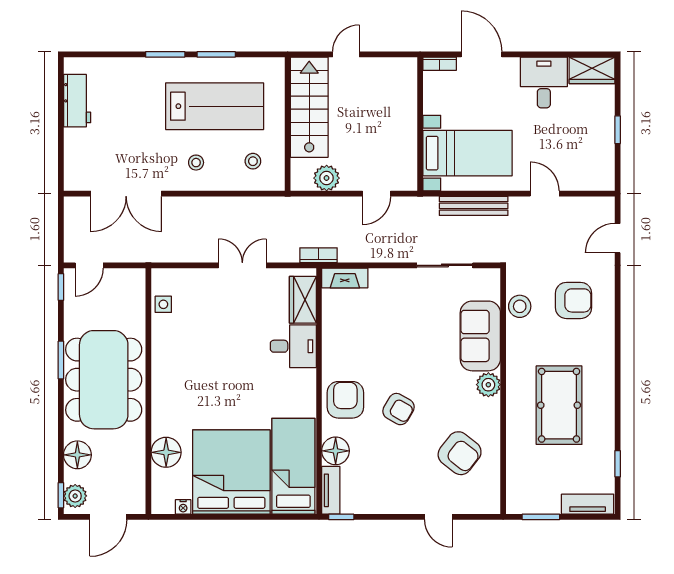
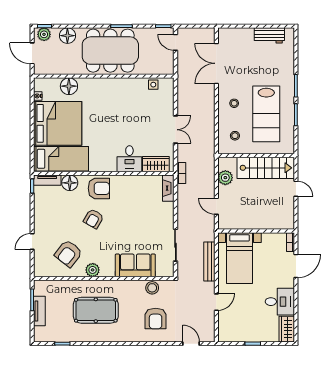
plant: (488, 385) -> (93, 270), moved
tv unit: (588, 504) -> (39, 311), moved

